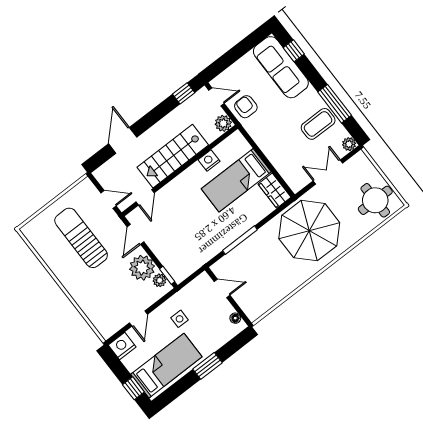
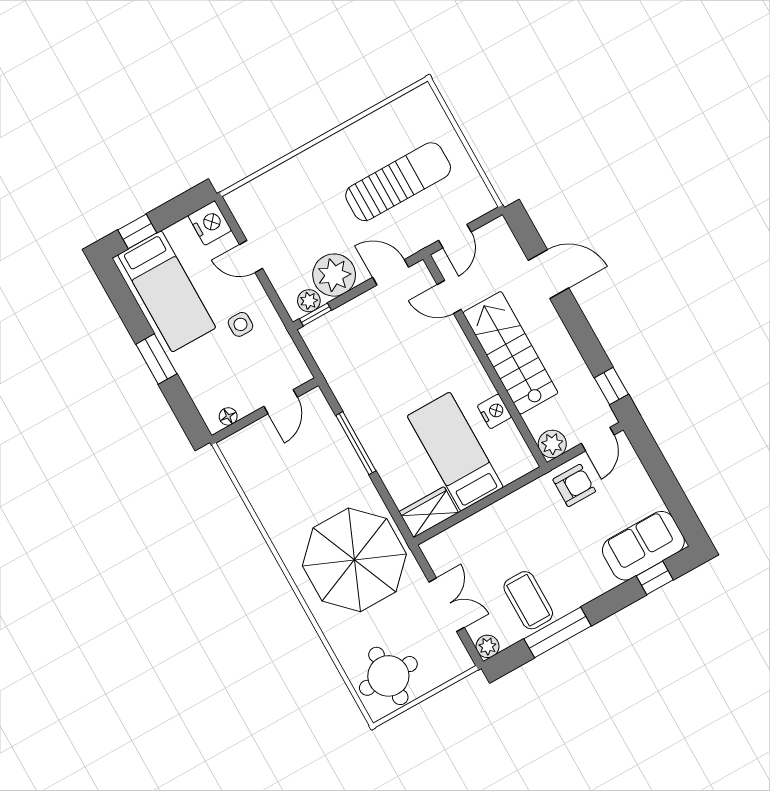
sofa: (281, 67) -> (643, 546), width x0.73

